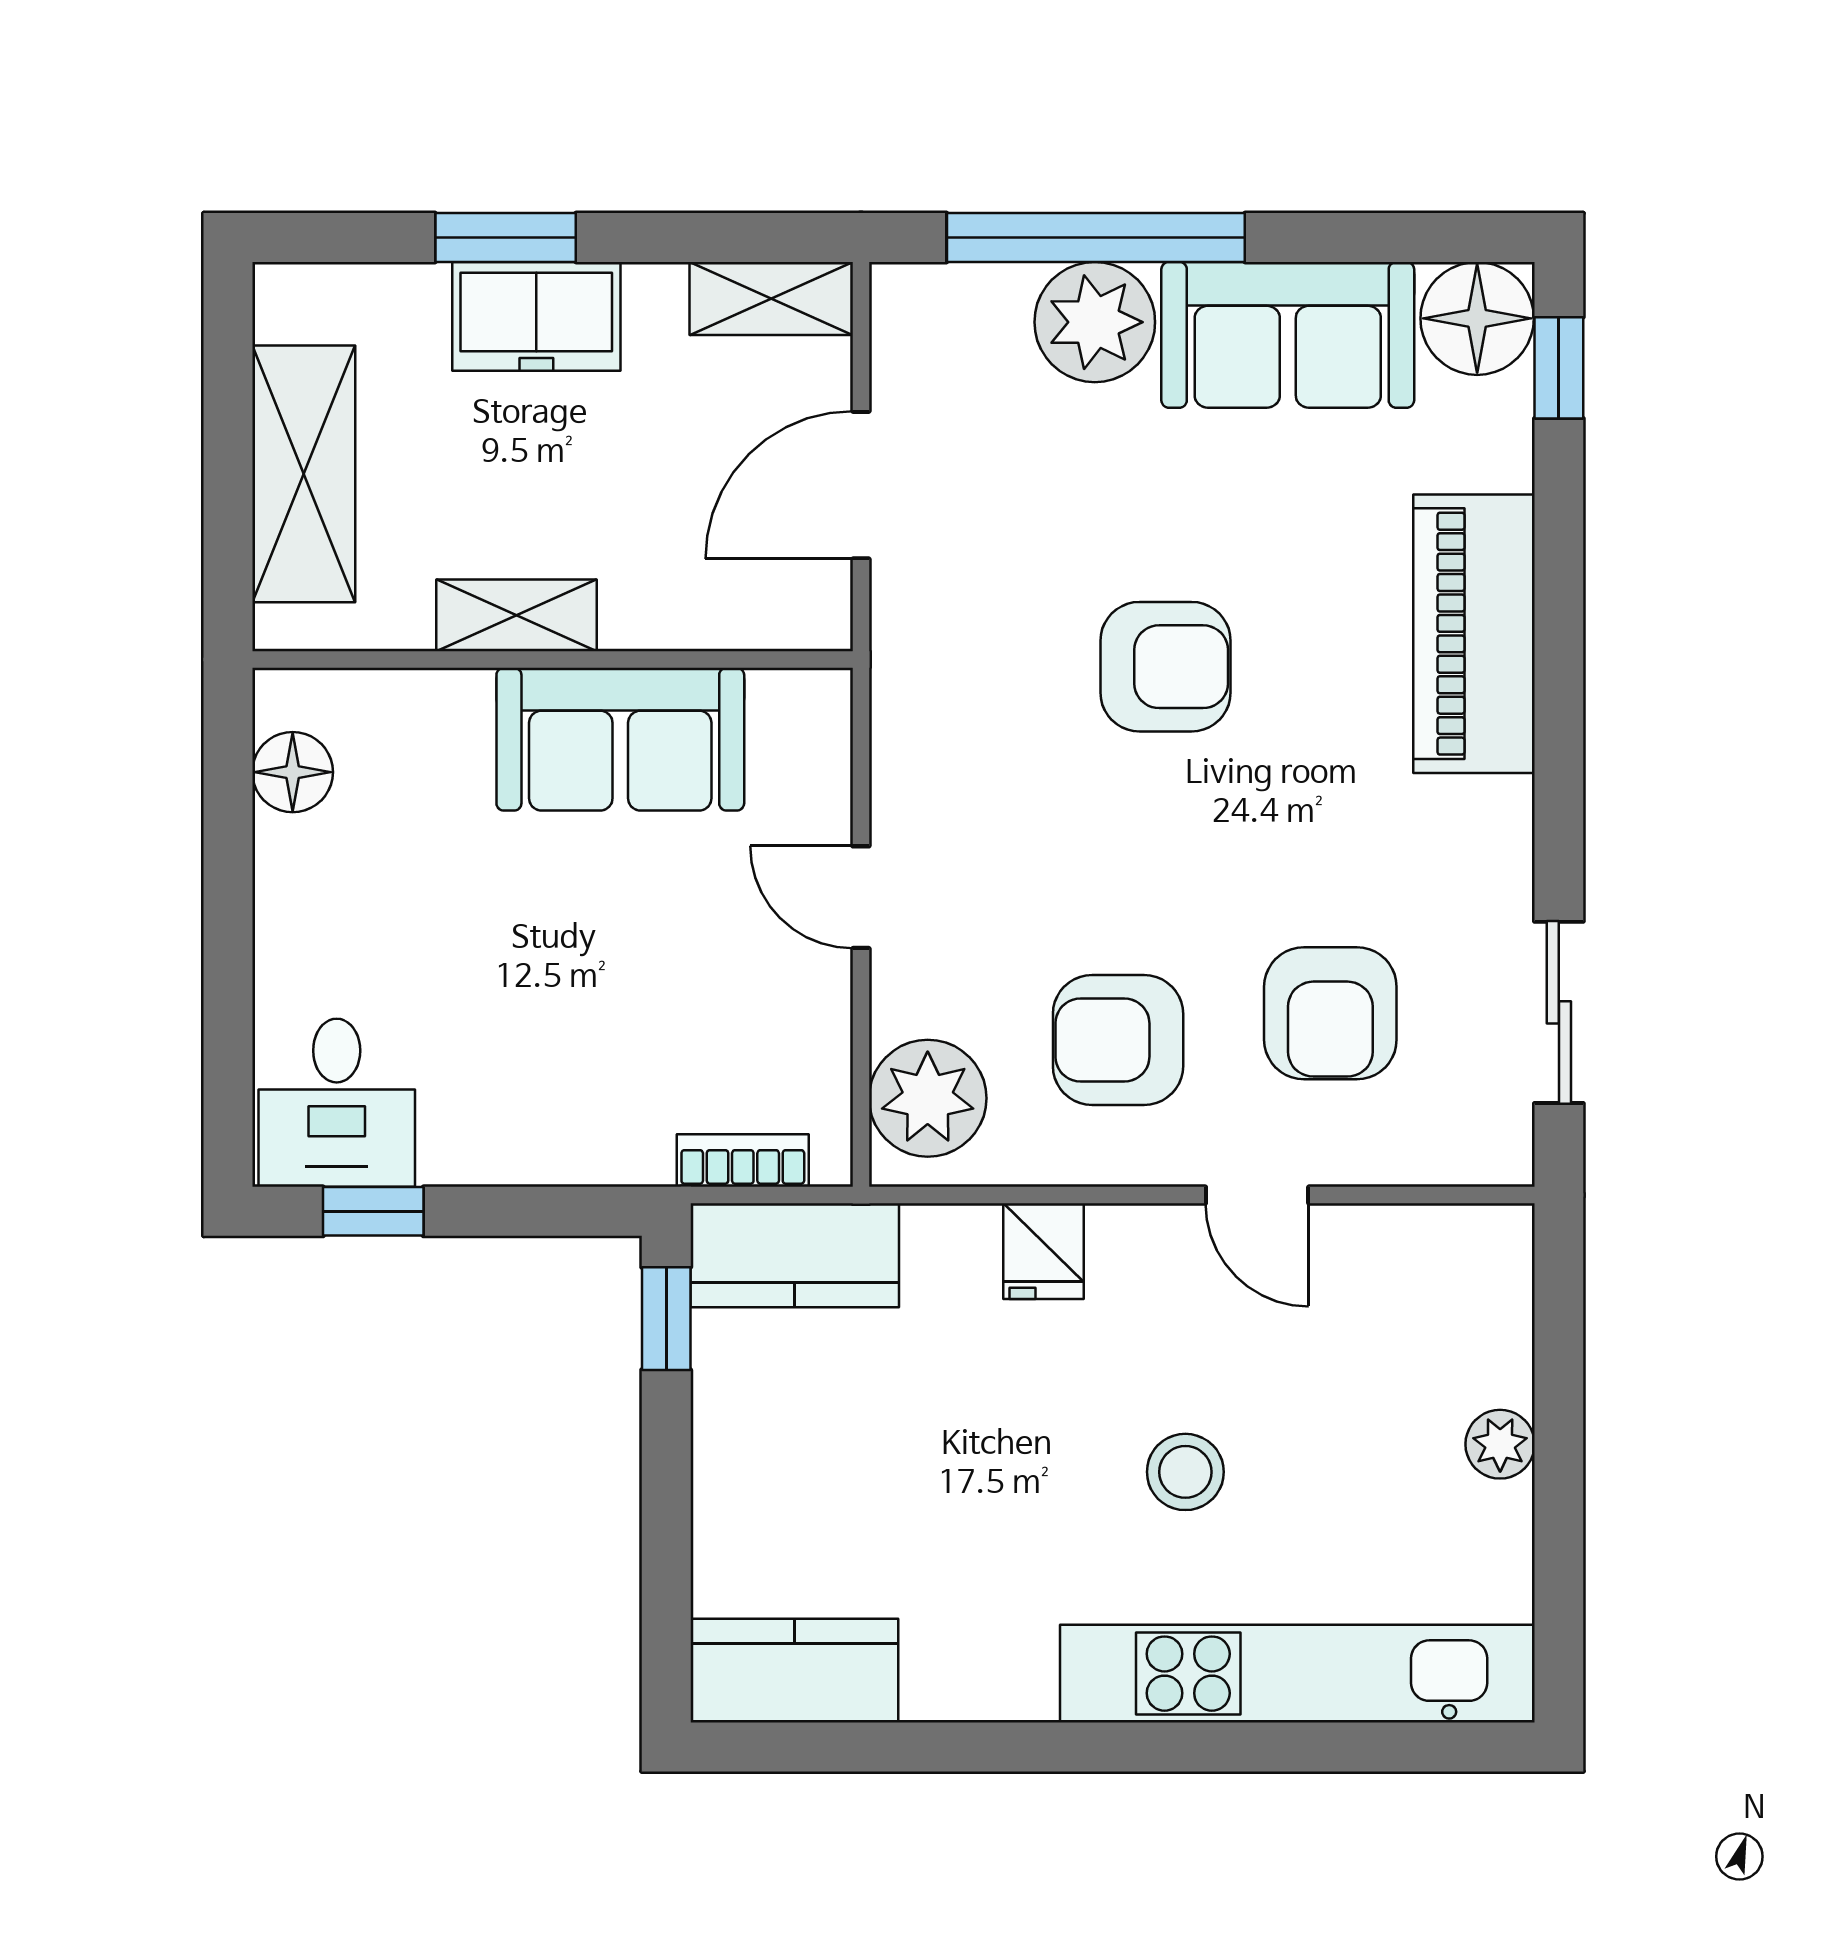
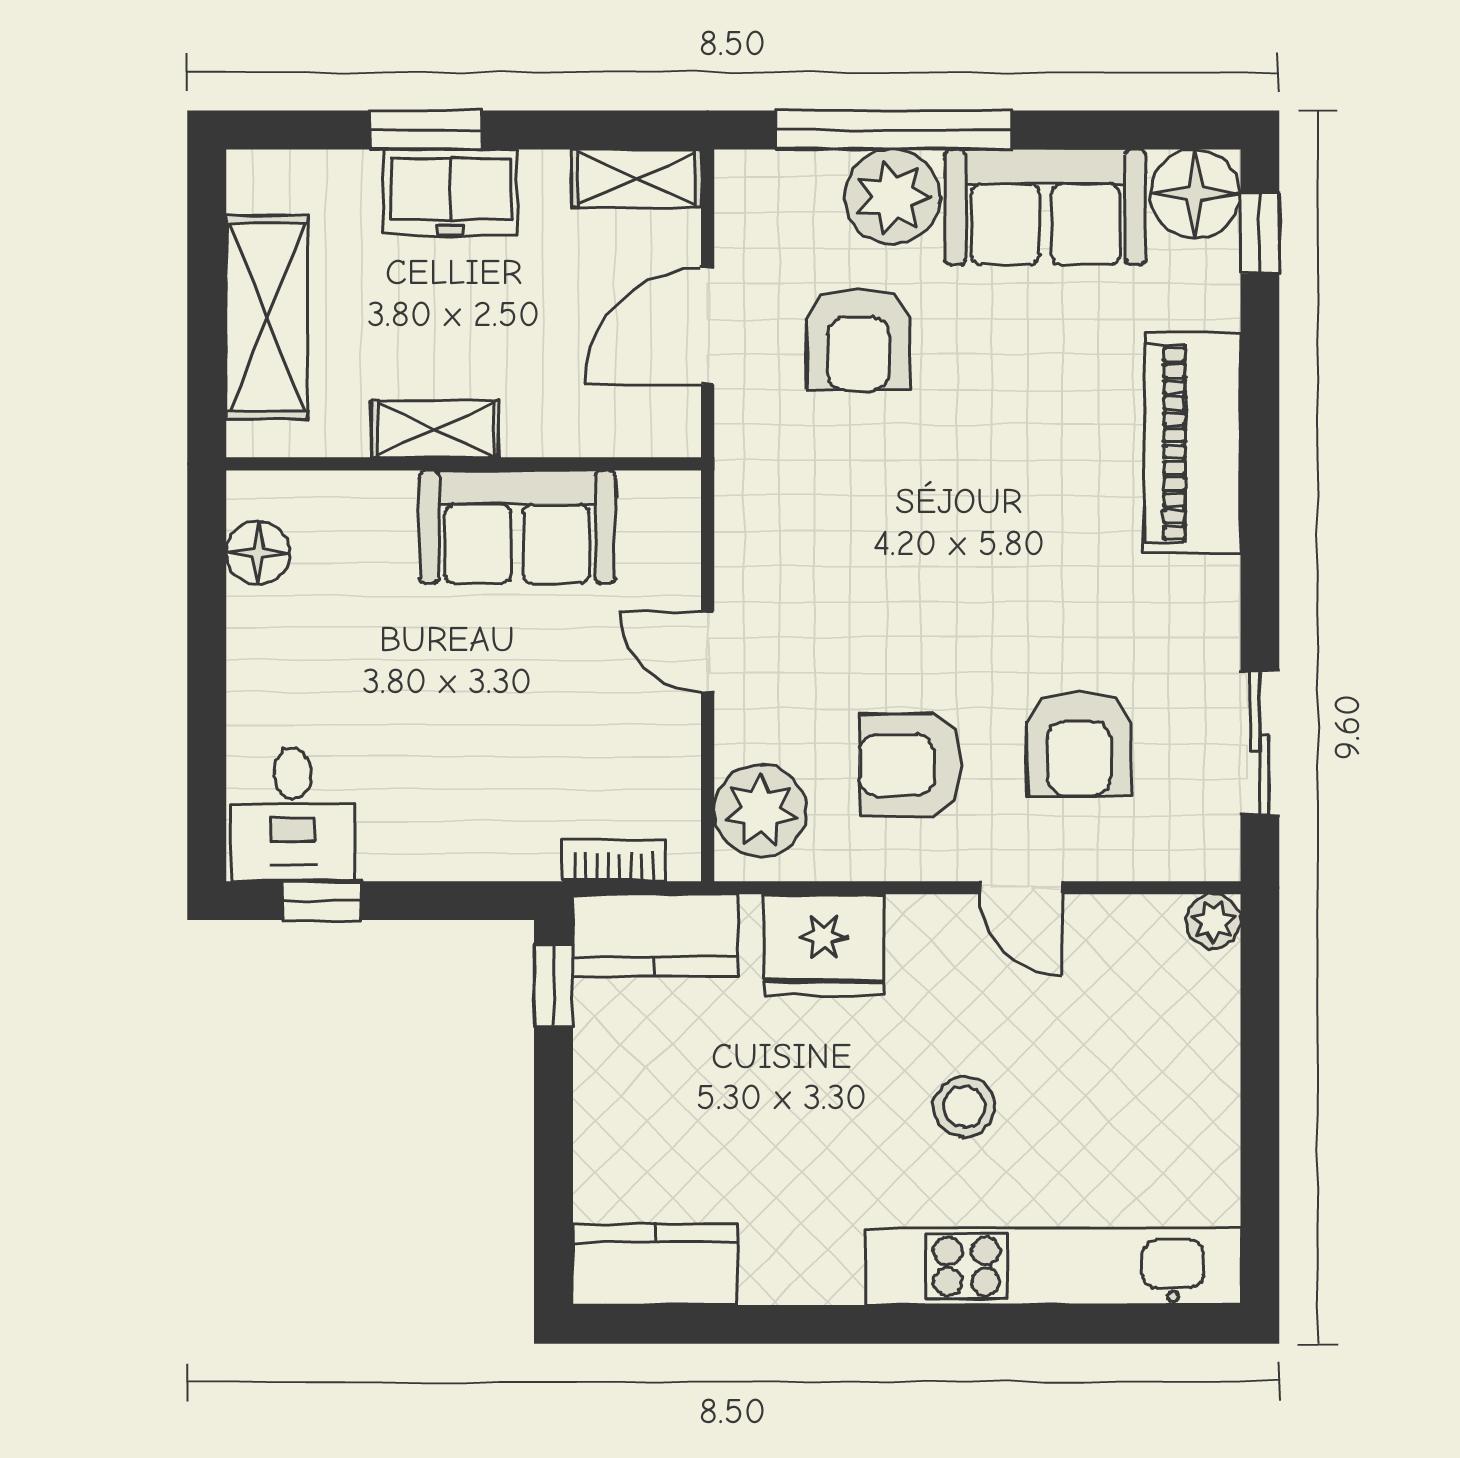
armchair: (1165, 667) -> (858, 339), moved, turned 90
fridge: (1043, 1251) -> (824, 945), width x1.88, depth x1.34
plant: (1500, 1444) -> (1213, 921), moved

